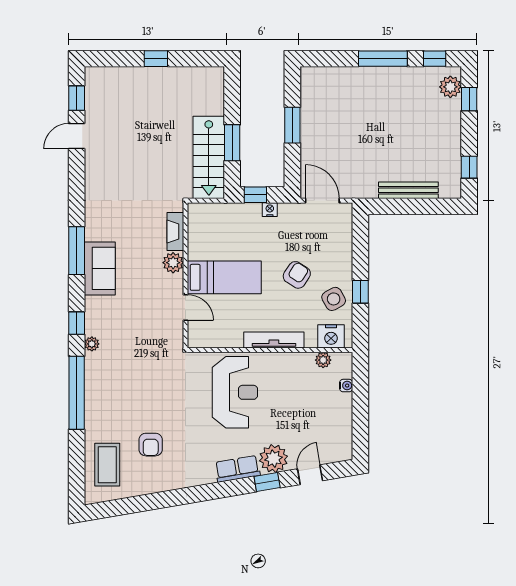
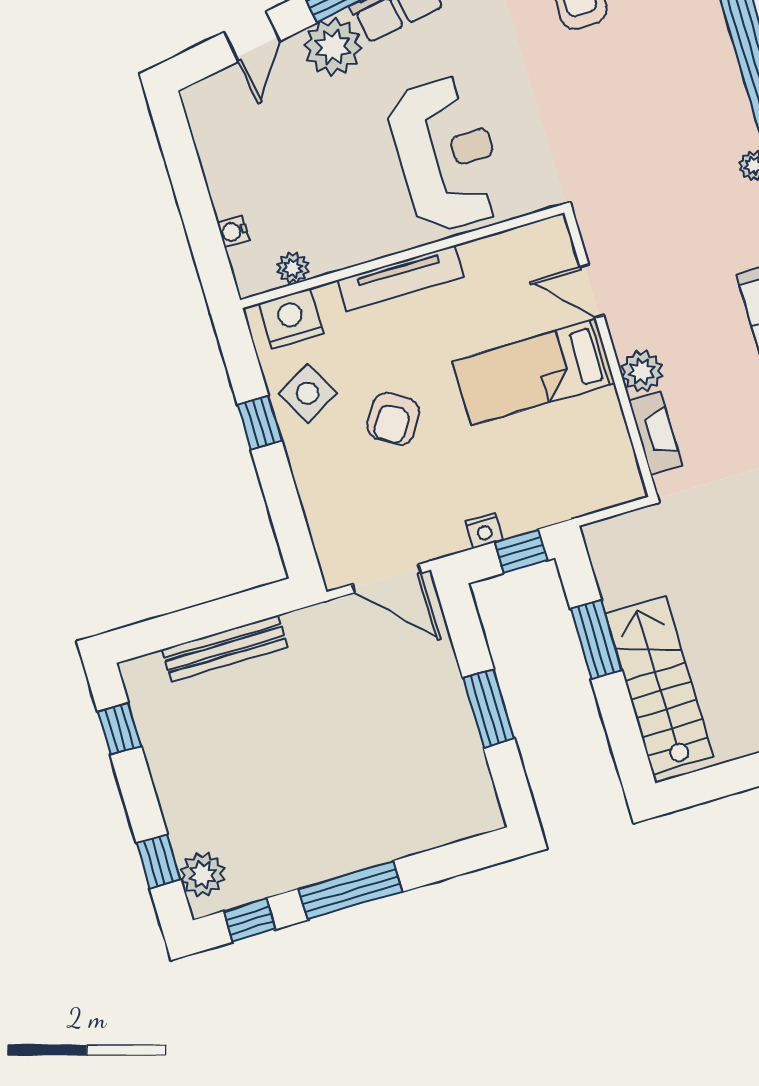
stairs: (209, 157) -> (659, 685), moved
reception desk: (235, 392) -> (446, 154), turned 180

